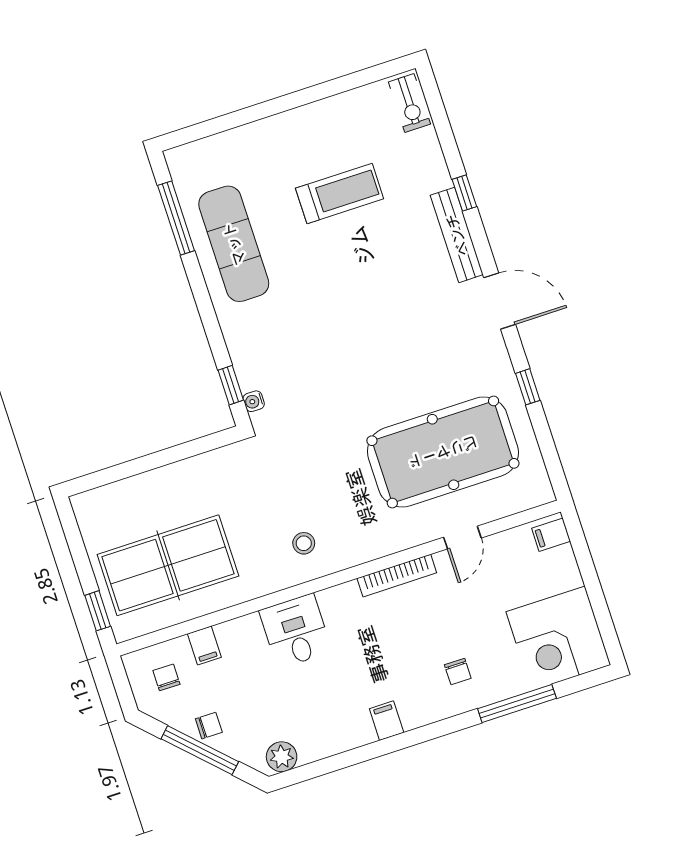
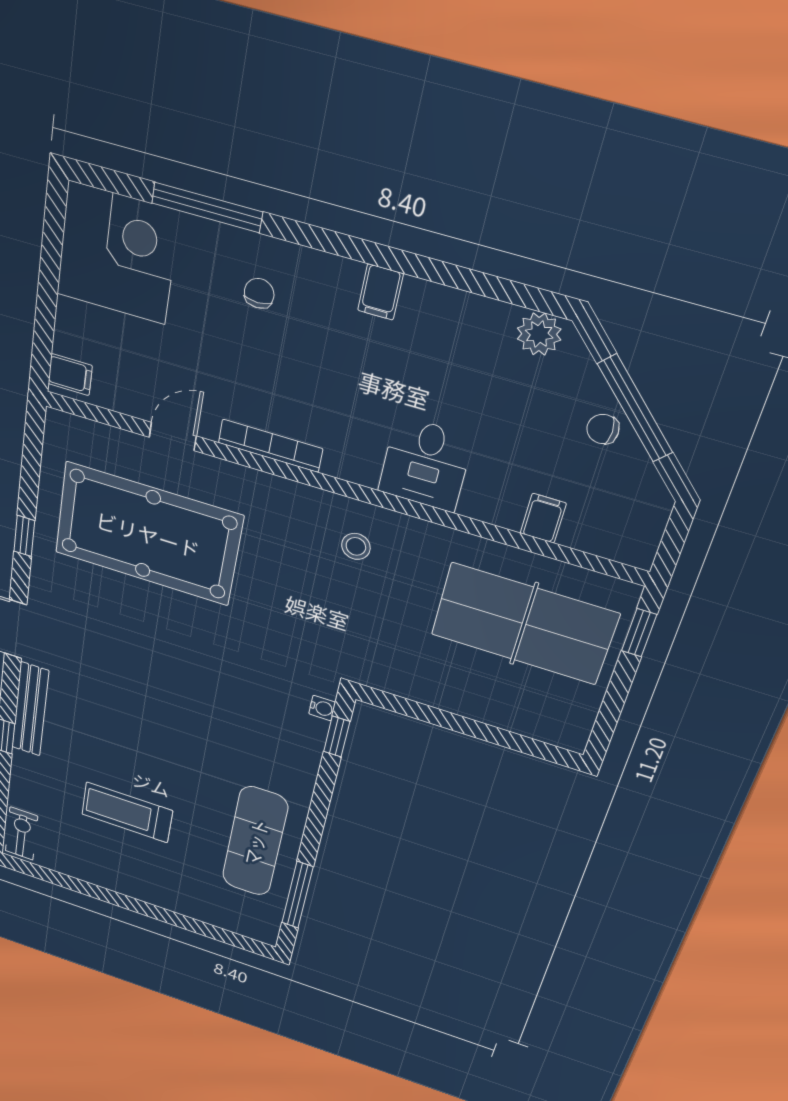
chair: (166, 677) -> (614, 514), removed

